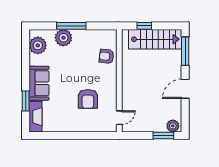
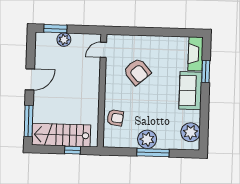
plant: (63, 38) -> (147, 139), moved
armchair: (88, 99) -> (137, 72), turned 139
plant: (173, 126) -> (64, 40), moved

